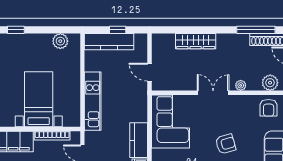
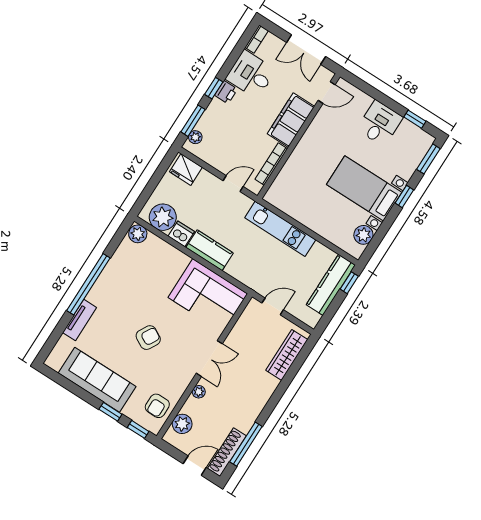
window: (118, 30) -> (349, 283), moved
wardrobe: (196, 41) -> (287, 355), moved
bed with nightstands: (39, 99) -> (364, 188), moved, turned 180
armchair: (269, 108) -> (157, 406), turned -90
armchair: (226, 144) -> (148, 338), turned -135

